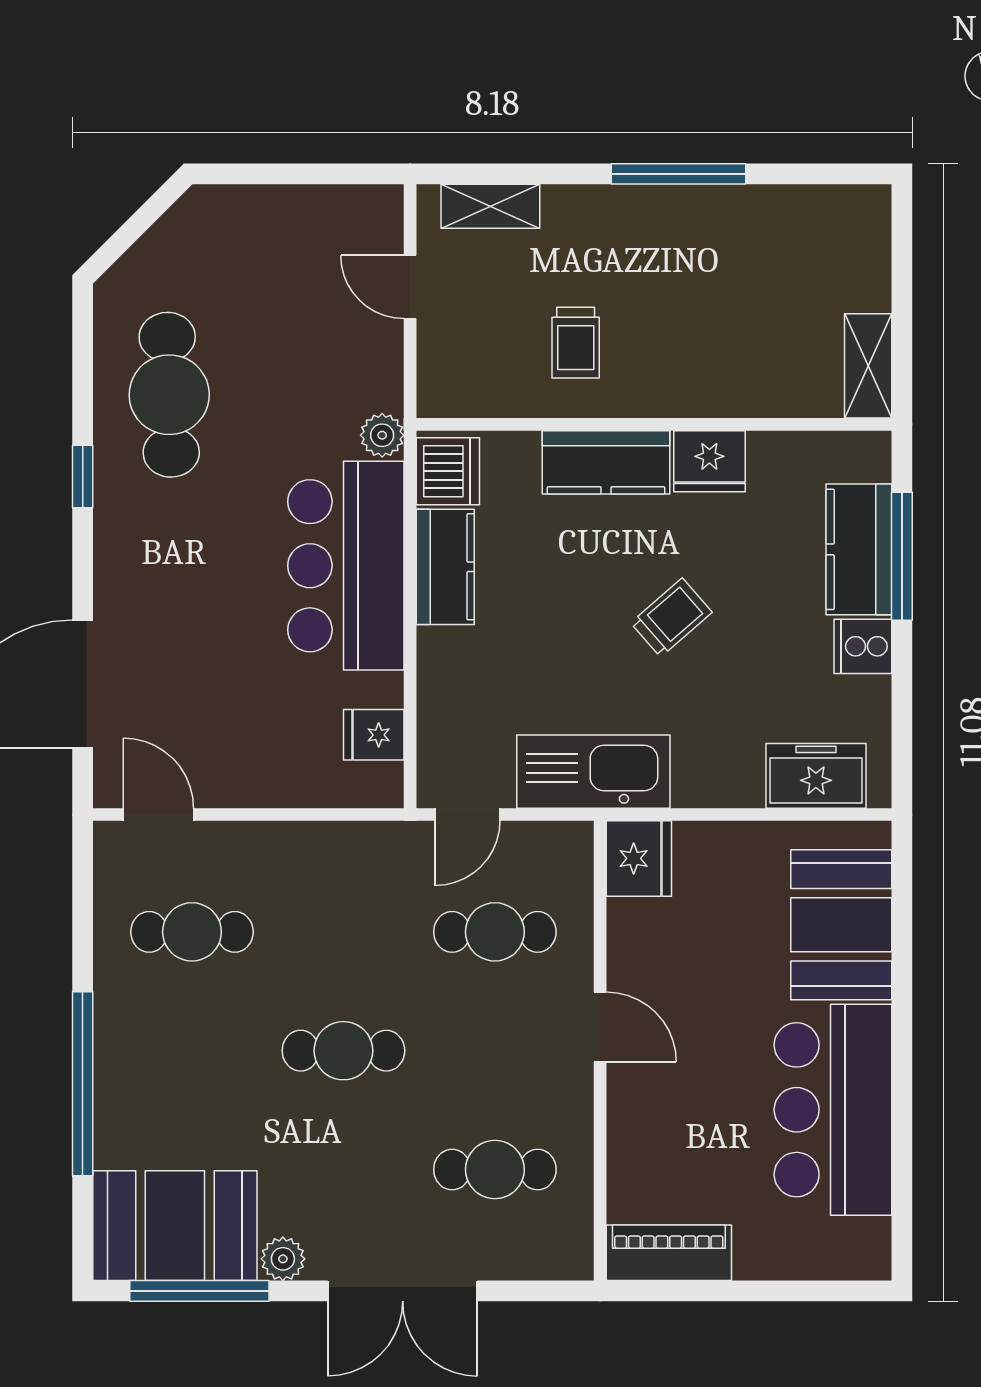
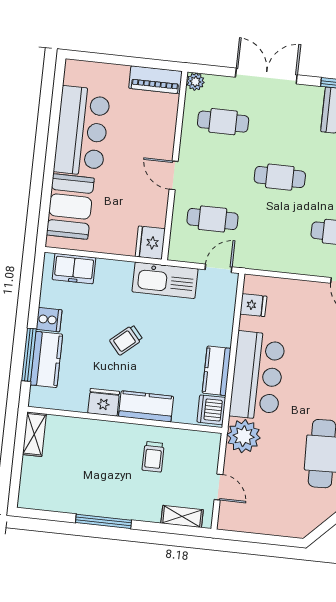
trolley: (576, 343) -> (153, 457), turned 180
plant: (382, 435) -> (244, 436), width x1.87, depth x1.87
plant: (283, 1259) -> (195, 82), moved

